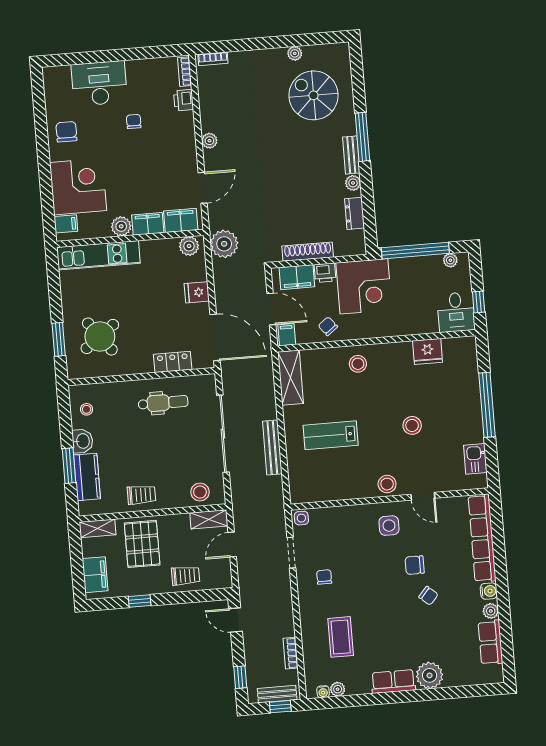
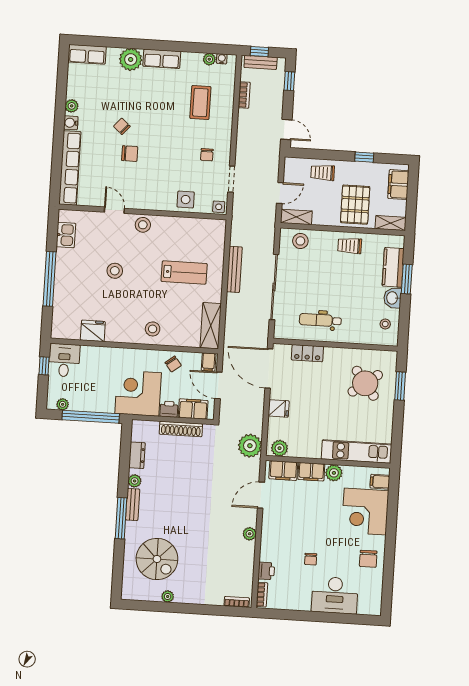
side table: (389, 526) -> (186, 200), moved
row of seats: (490, 642) -> (87, 54), moved, turned 90

